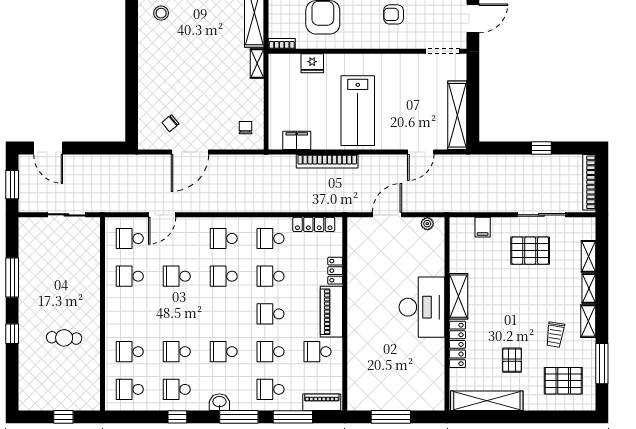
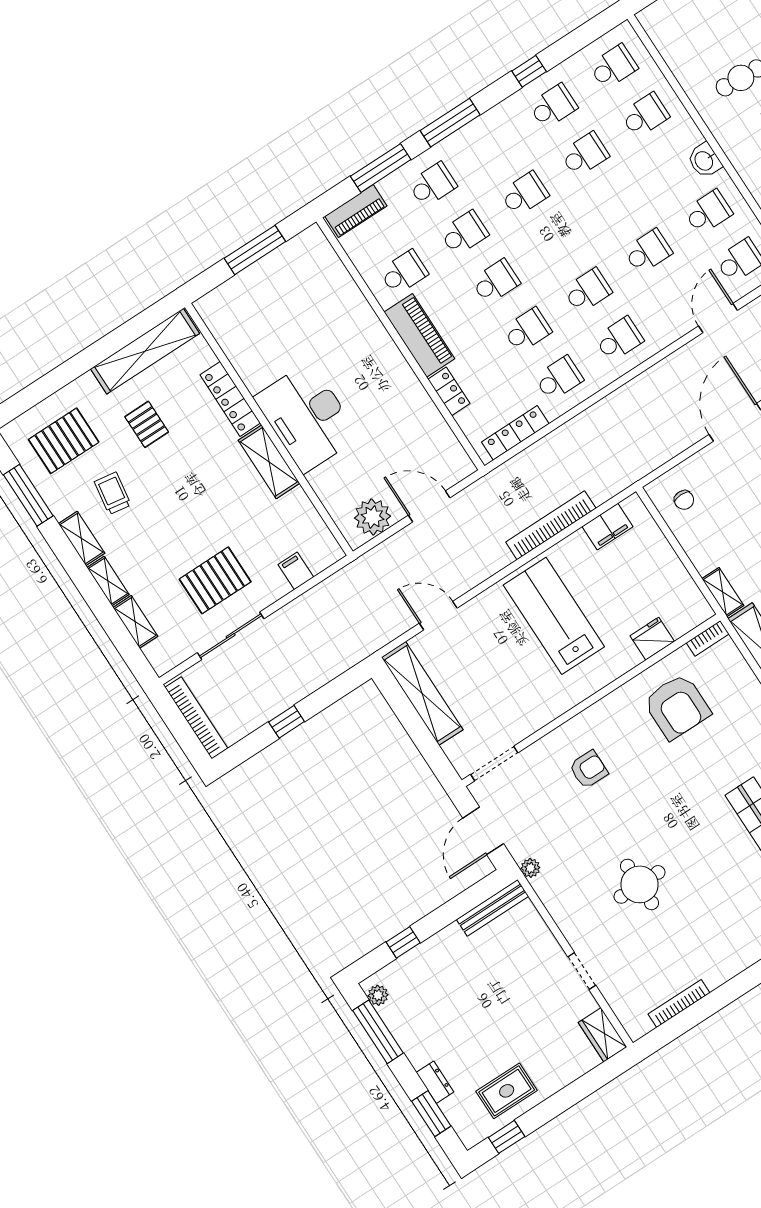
door: (421, 152) -> (438, 616), hinge flipped
door: (387, 215) -> (429, 506), swing flipped
plant: (427, 224) -> (372, 517), width x1.88, depth x1.88
washbasin: (219, 402) -> (704, 160), moved, turned 90

